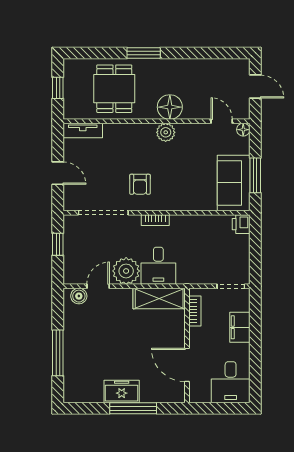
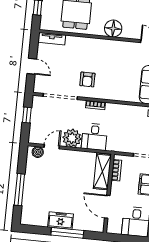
plant: (166, 132) -> (109, 46), removed
shelving: (159, 298) -> (102, 171), moved, turned 90

